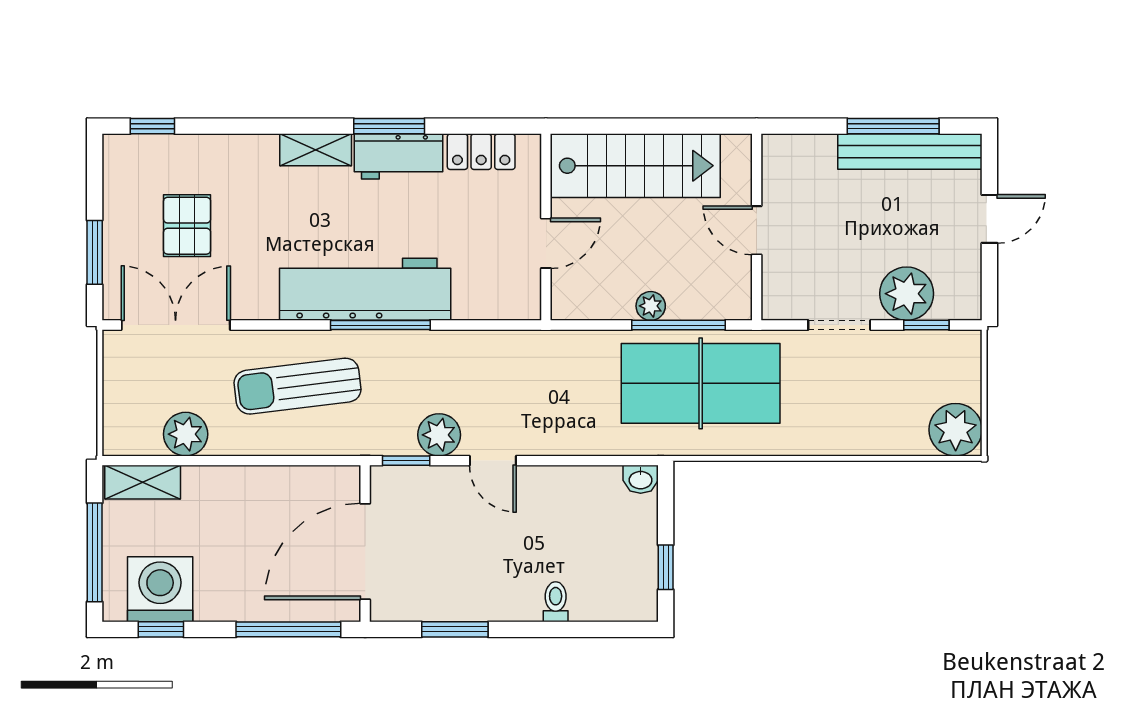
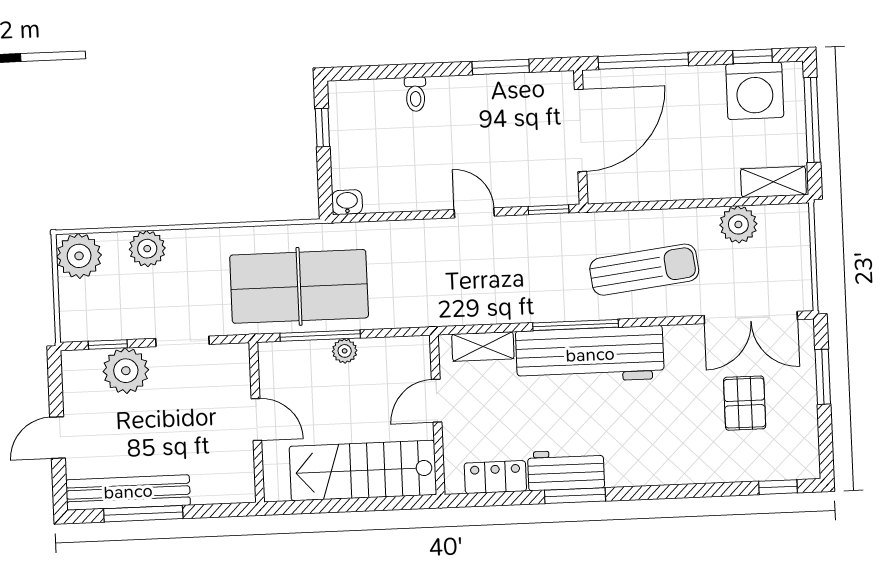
shelving: (316, 150) -> (483, 346), moved
plant: (439, 435) -> (147, 249), moved

